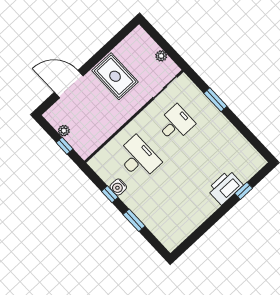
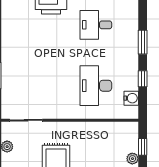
desk: (176, 124) -> (96, 25), moved
water cooler: (118, 187) -> (131, 98), moved

